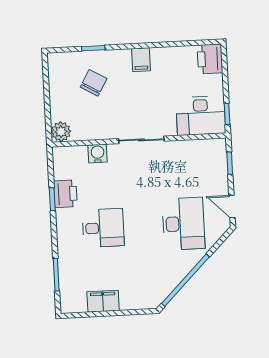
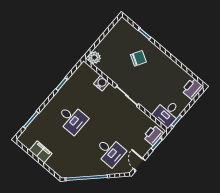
filing cabinet: (141, 60) -> (161, 59), removed
chair: (94, 83) -> (138, 58), moved
desk: (201, 116) -> (167, 113), width x0.73
printer: (65, 194) -> (153, 135), moved, turned 180
desk: (183, 224) -> (110, 151), width x0.73

